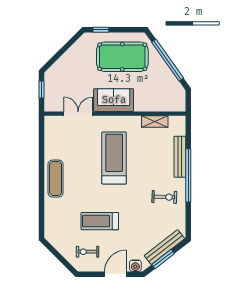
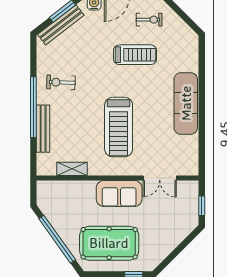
exercise mat: (56, 179) -> (186, 103), width x1.36, depth x1.45

